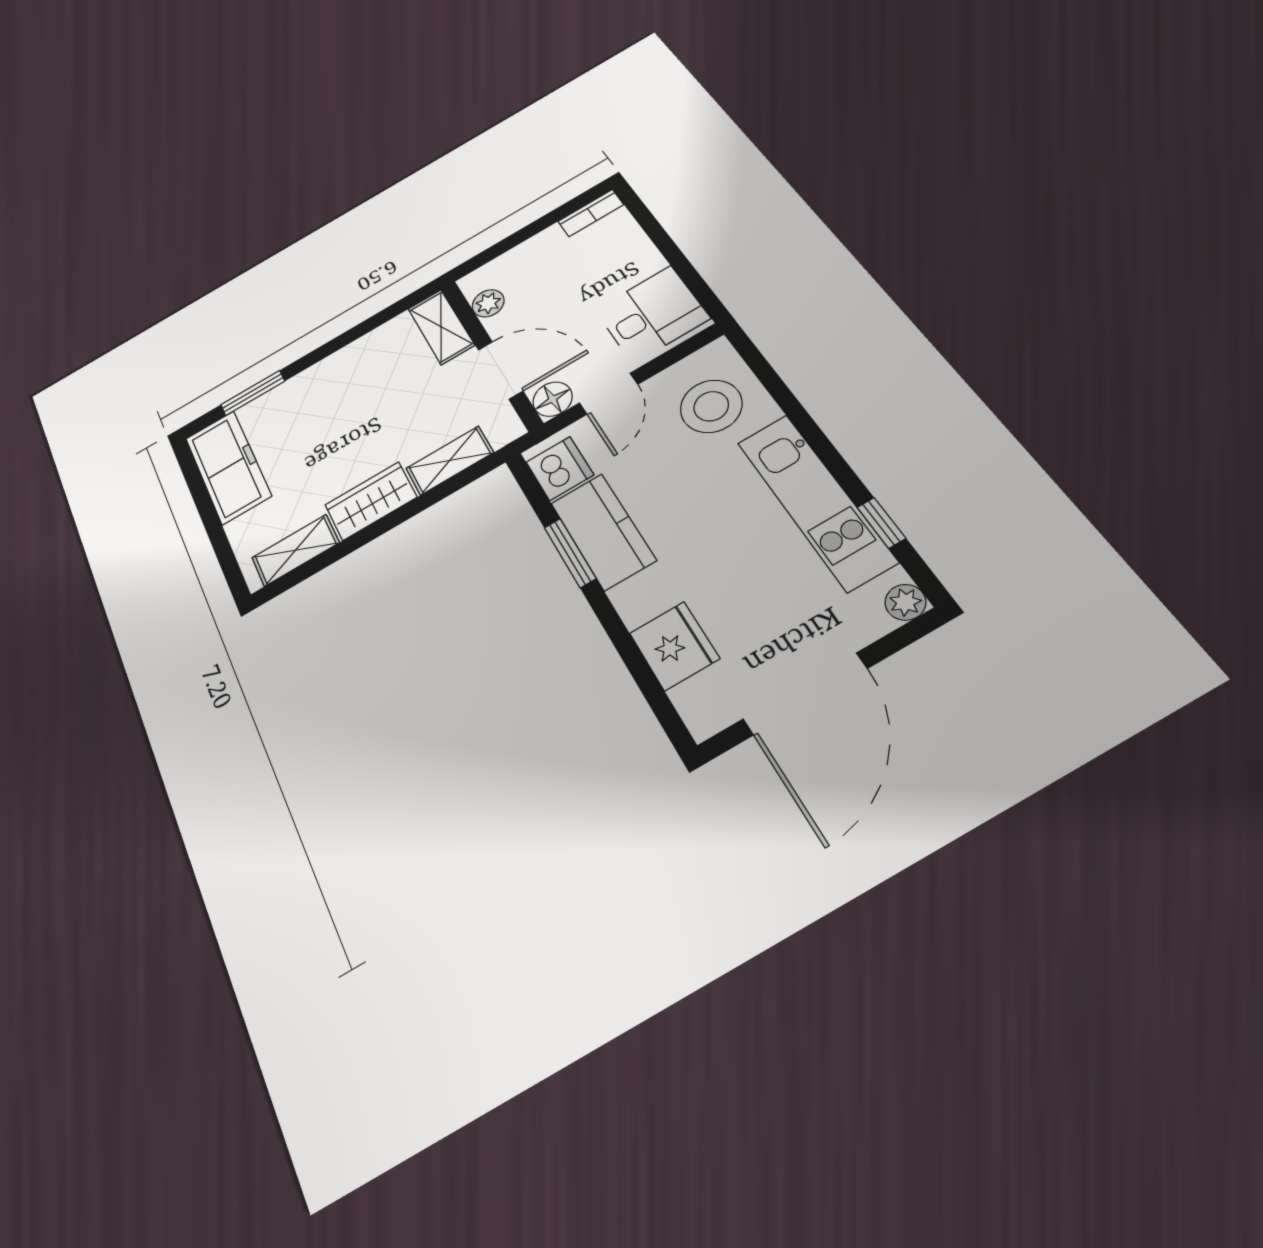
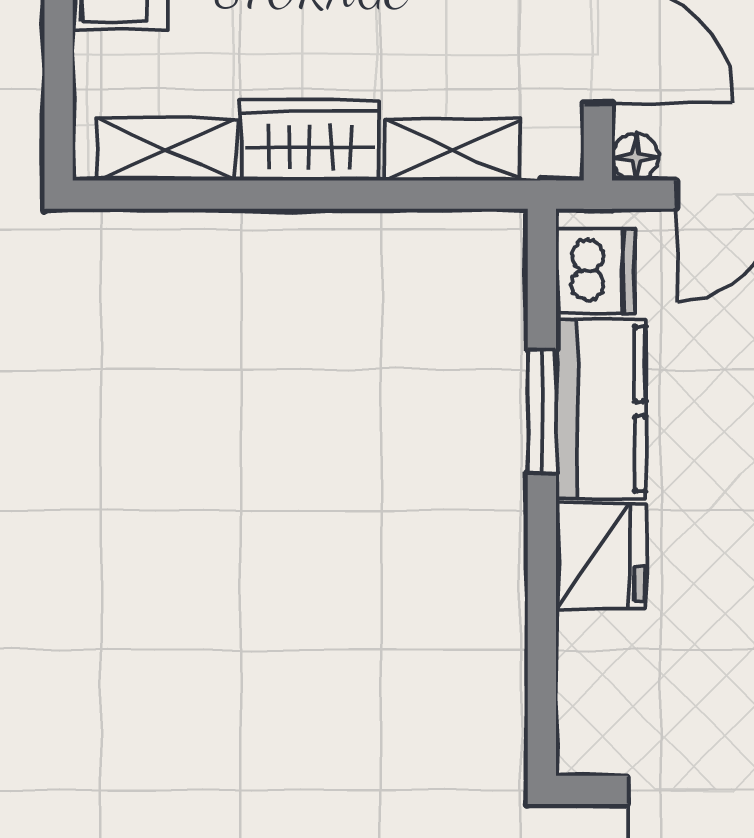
floor lamp: (553, 399) -> (635, 157), width x0.73, depth x0.73
fridge: (674, 646) -> (601, 556), moved

